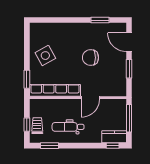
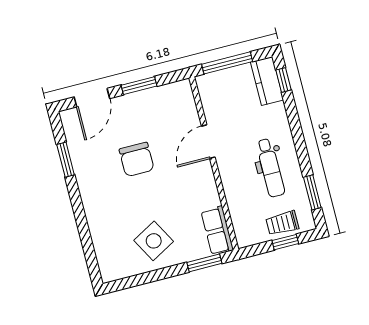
row of seats: (55, 90) -> (217, 231), width x0.50
door: (90, 98) -> (208, 142), swing flipped

